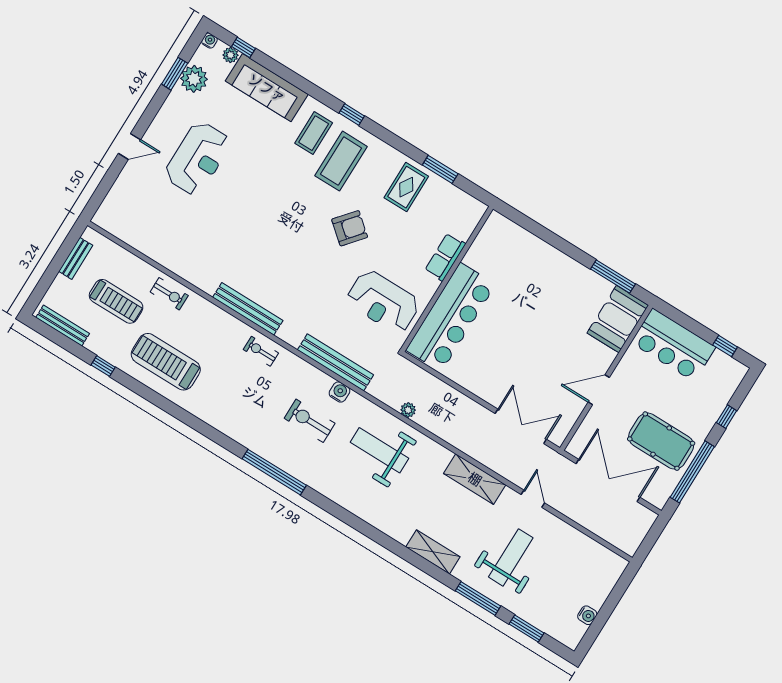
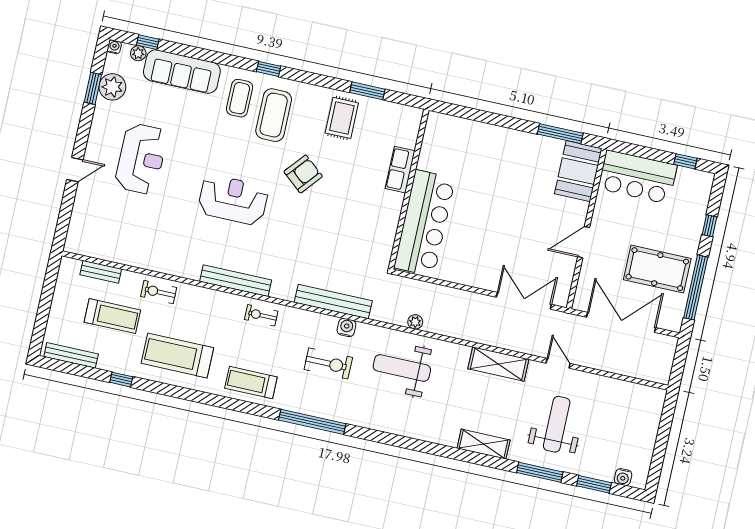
bench: (76, 258) -> (101, 272), moved, turned 90
exercise bike: (169, 294) -> (159, 292), turned 180
reception desk: (383, 302) -> (233, 200), moved, turned 180
treadmill: (228, 413) -> (251, 383), added
exercise bike: (310, 421) -> (328, 363), turned 180
water cooler: (587, 615) -> (623, 477), moved, turned 90

